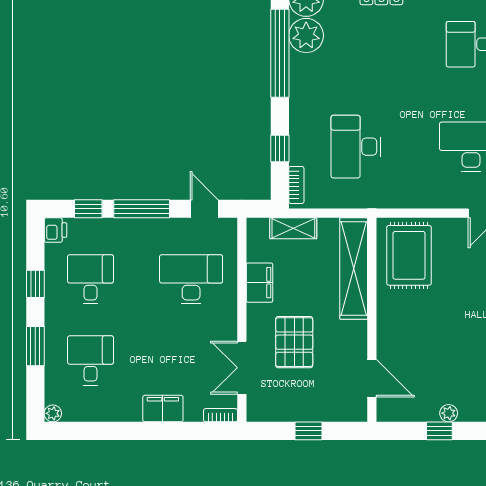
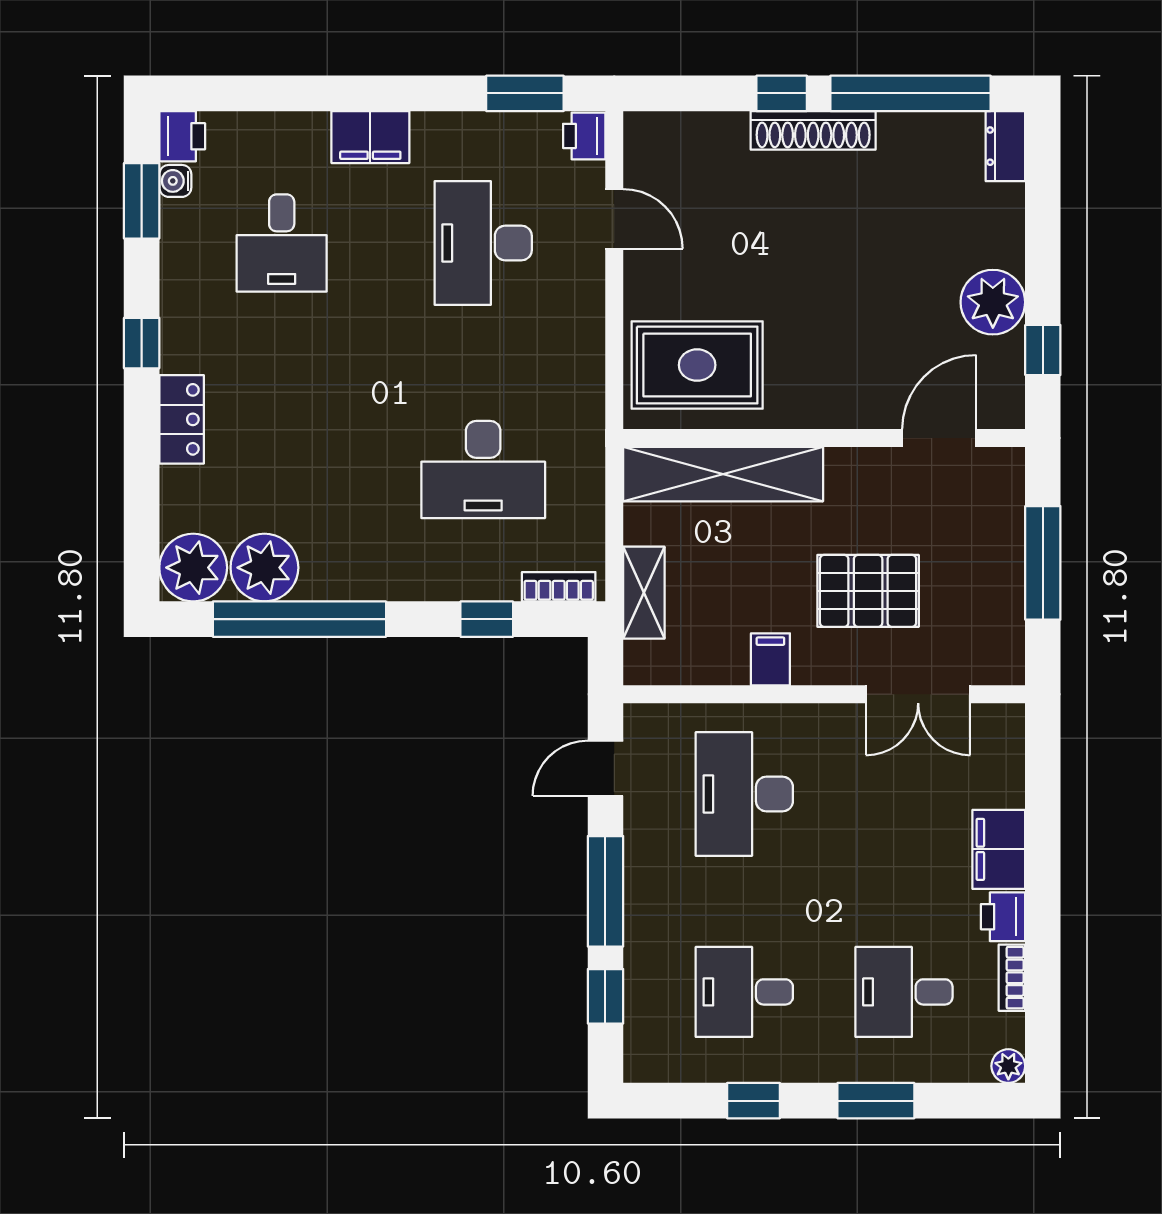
printer: (55, 230) -> (1003, 917), moved, turned -90
filing cabinet: (259, 283) -> (770, 659), width x0.50
plant: (449, 413) -> (993, 302), width x1.88, depth x1.88
bookcase: (220, 415) -> (1012, 978), moved
window: (308, 431) -> (1043, 563), width x2.17
window: (439, 431) -> (1043, 350), moved

